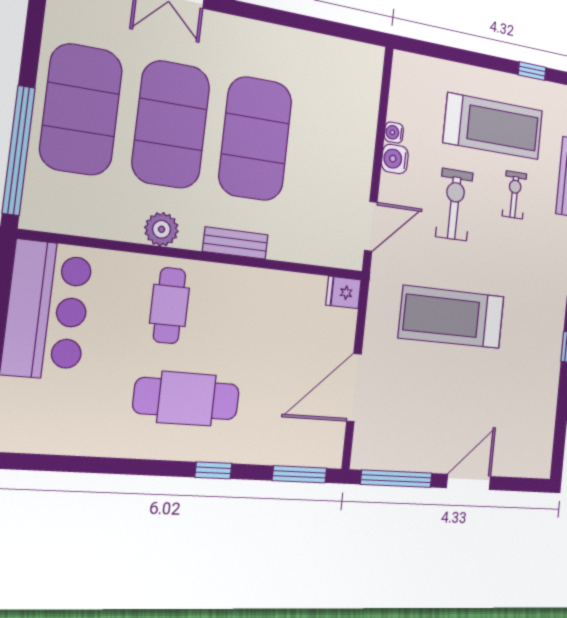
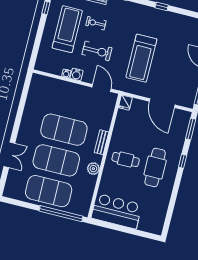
exercise bike: (454, 205) -> (97, 51), turned 180
cafe table: (169, 306) -> (126, 160), moved

